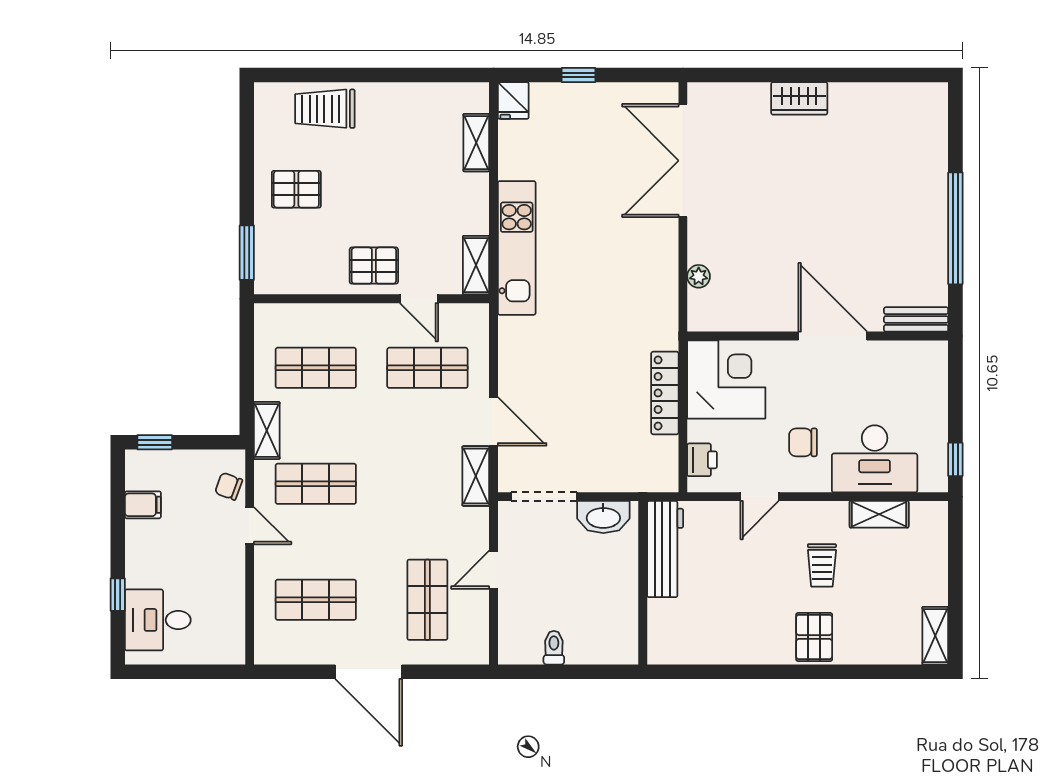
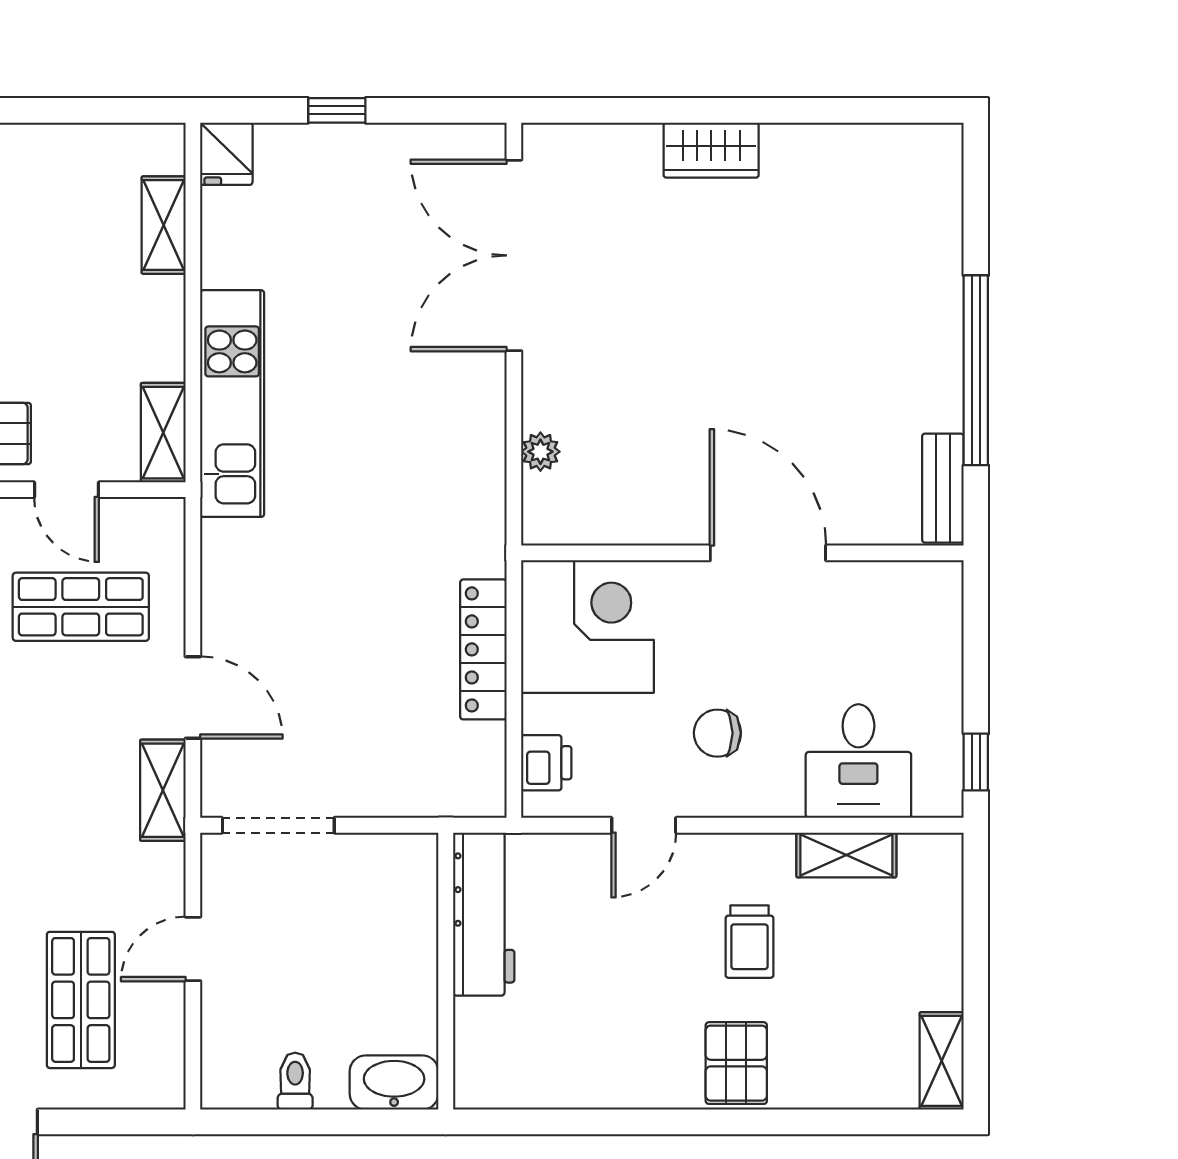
bench: (916, 319) -> (943, 488), moved, turned 90
desk: (875, 459) -> (858, 761), width x0.73
washbasin: (603, 517) -> (394, 1083), moved, turned 180

